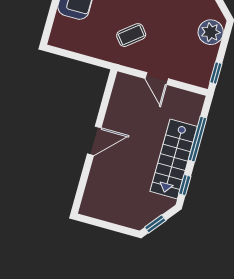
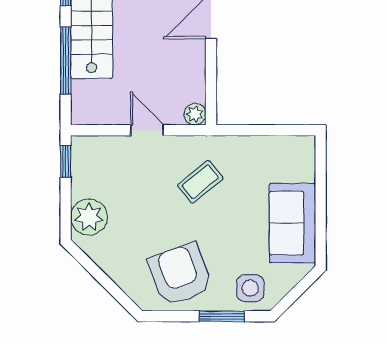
plant: (122, 80) -> (195, 114), added

